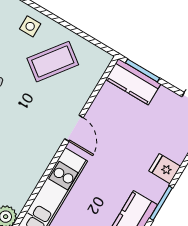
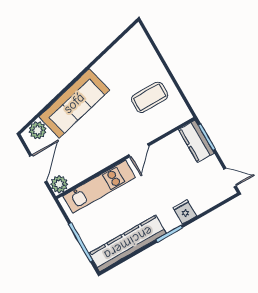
side table: (30, 26) -> (148, 65), removed
coffee table: (53, 62) -> (150, 97), turned -37

